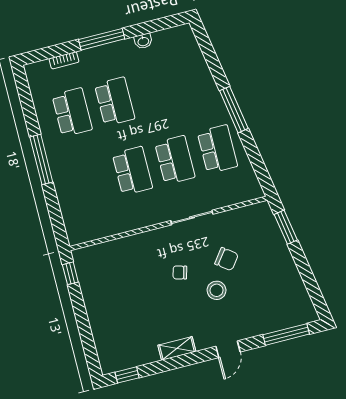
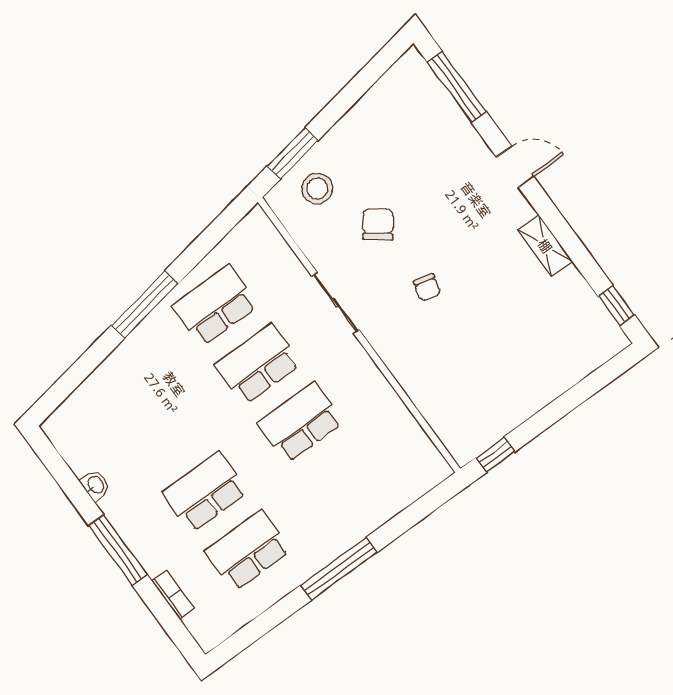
stool: (217, 290) -> (317, 189), moved

